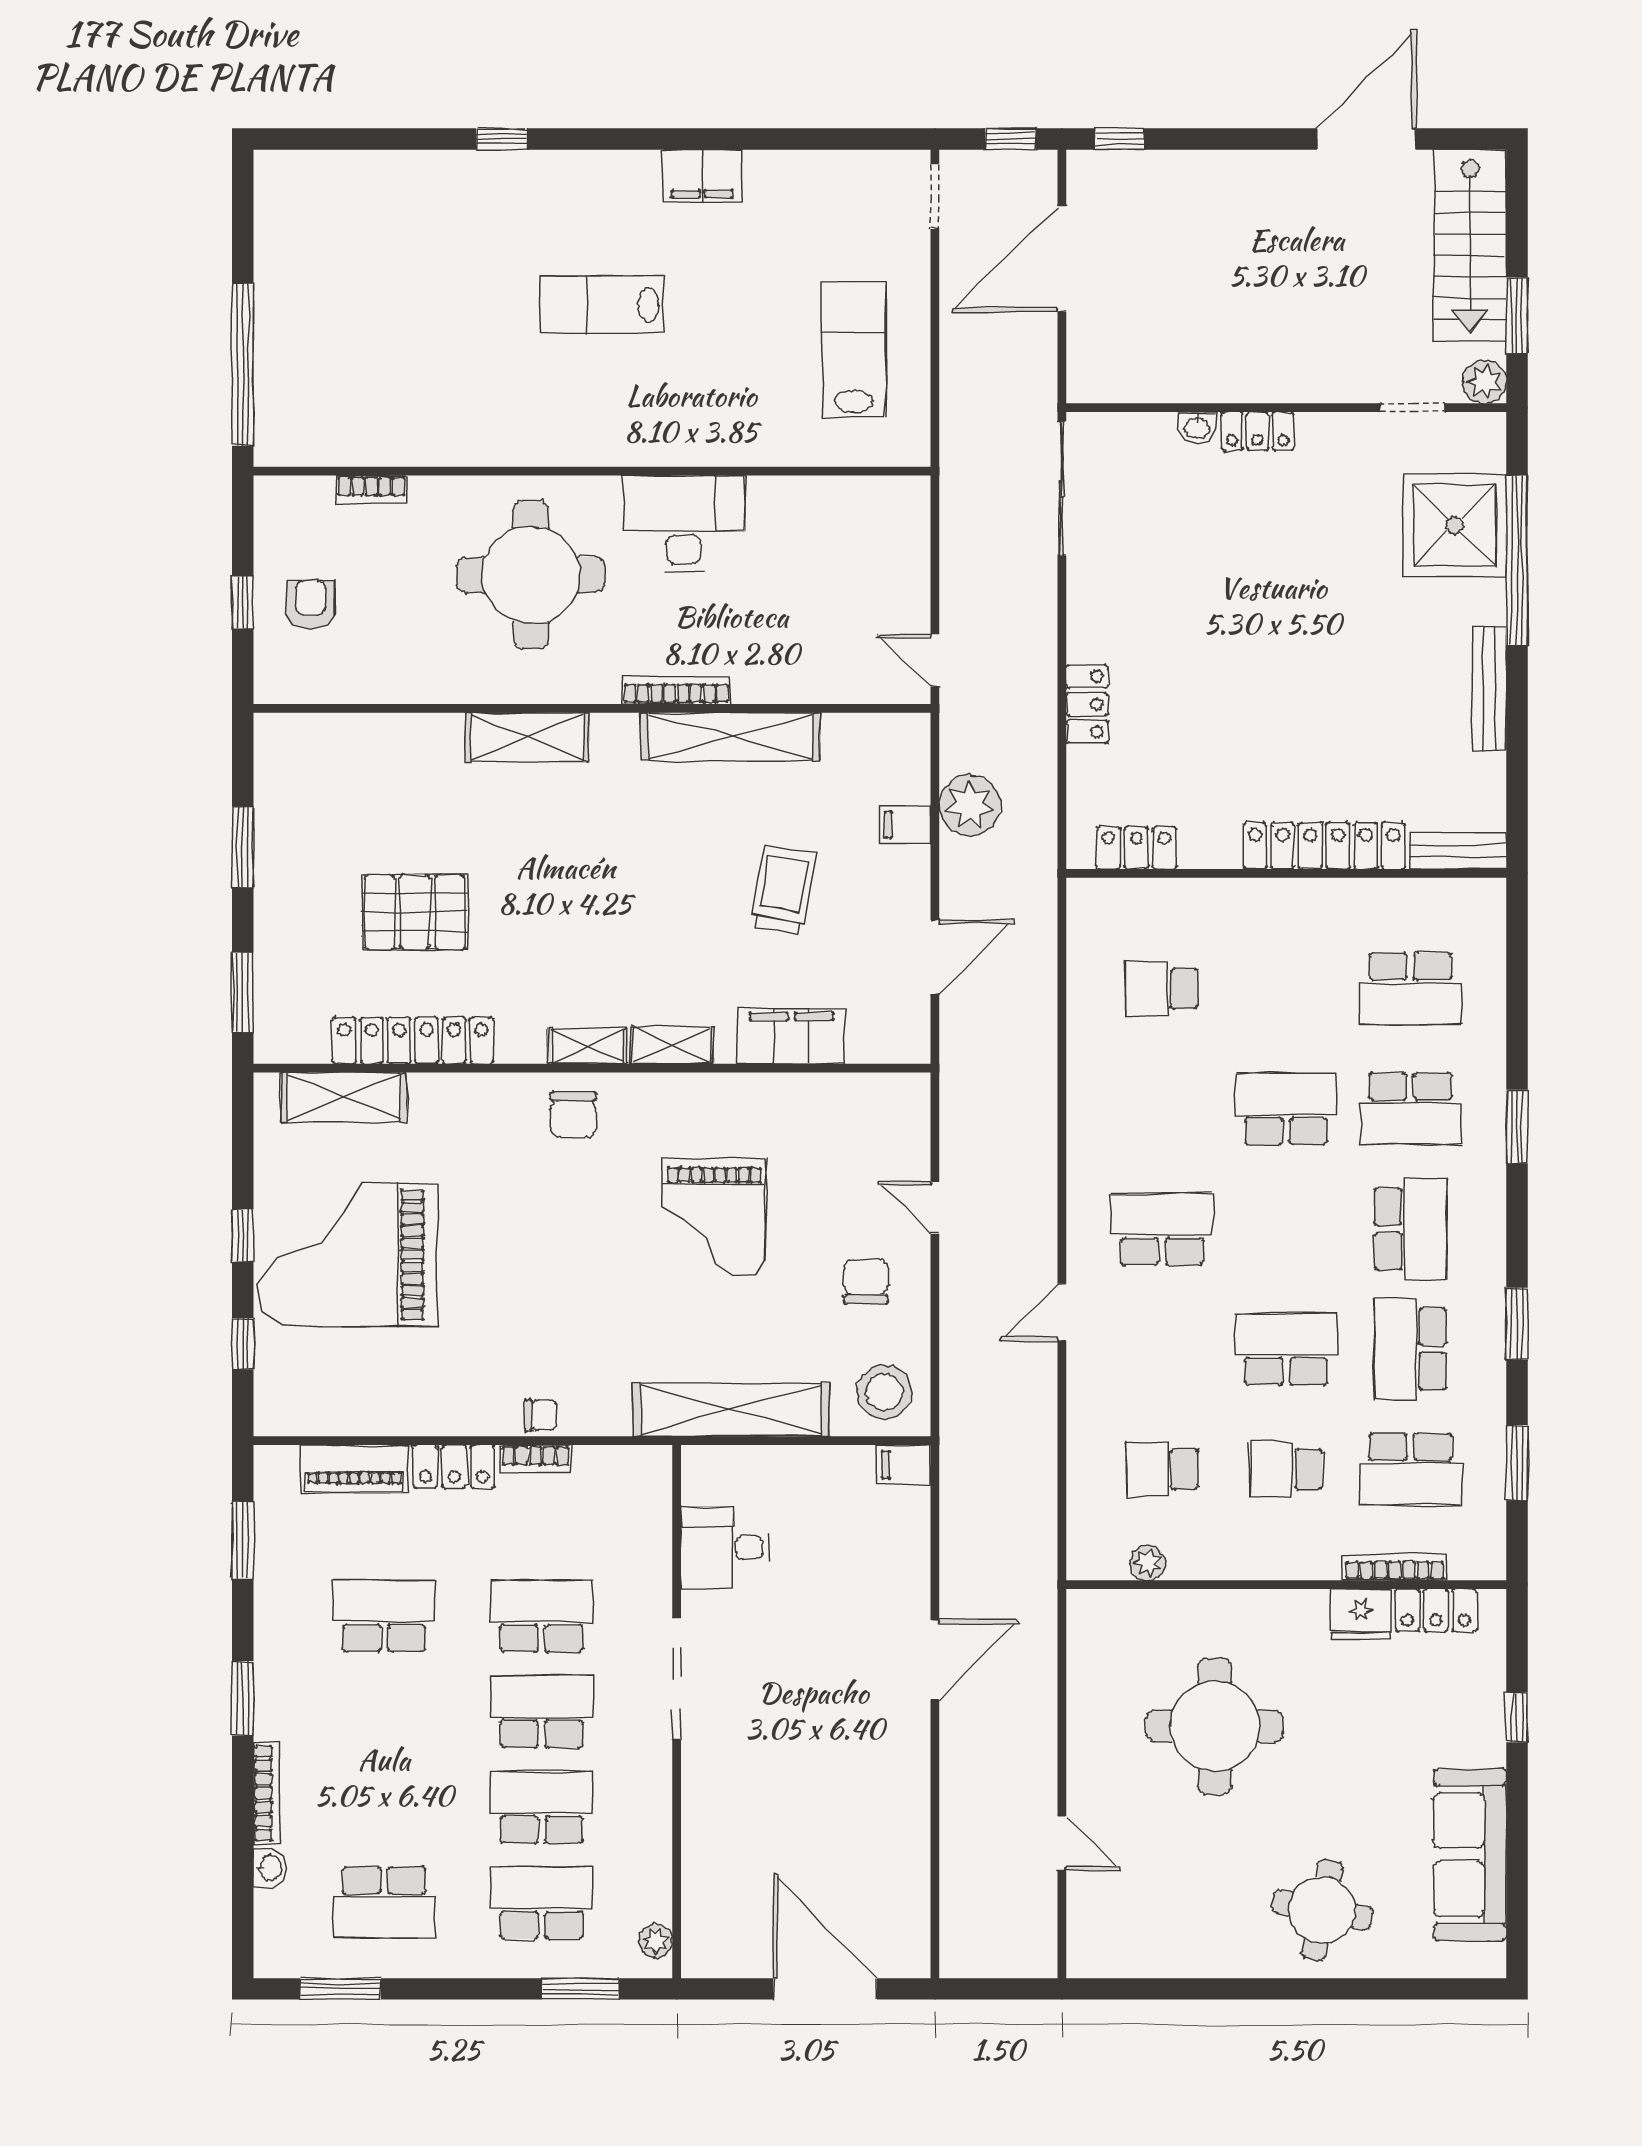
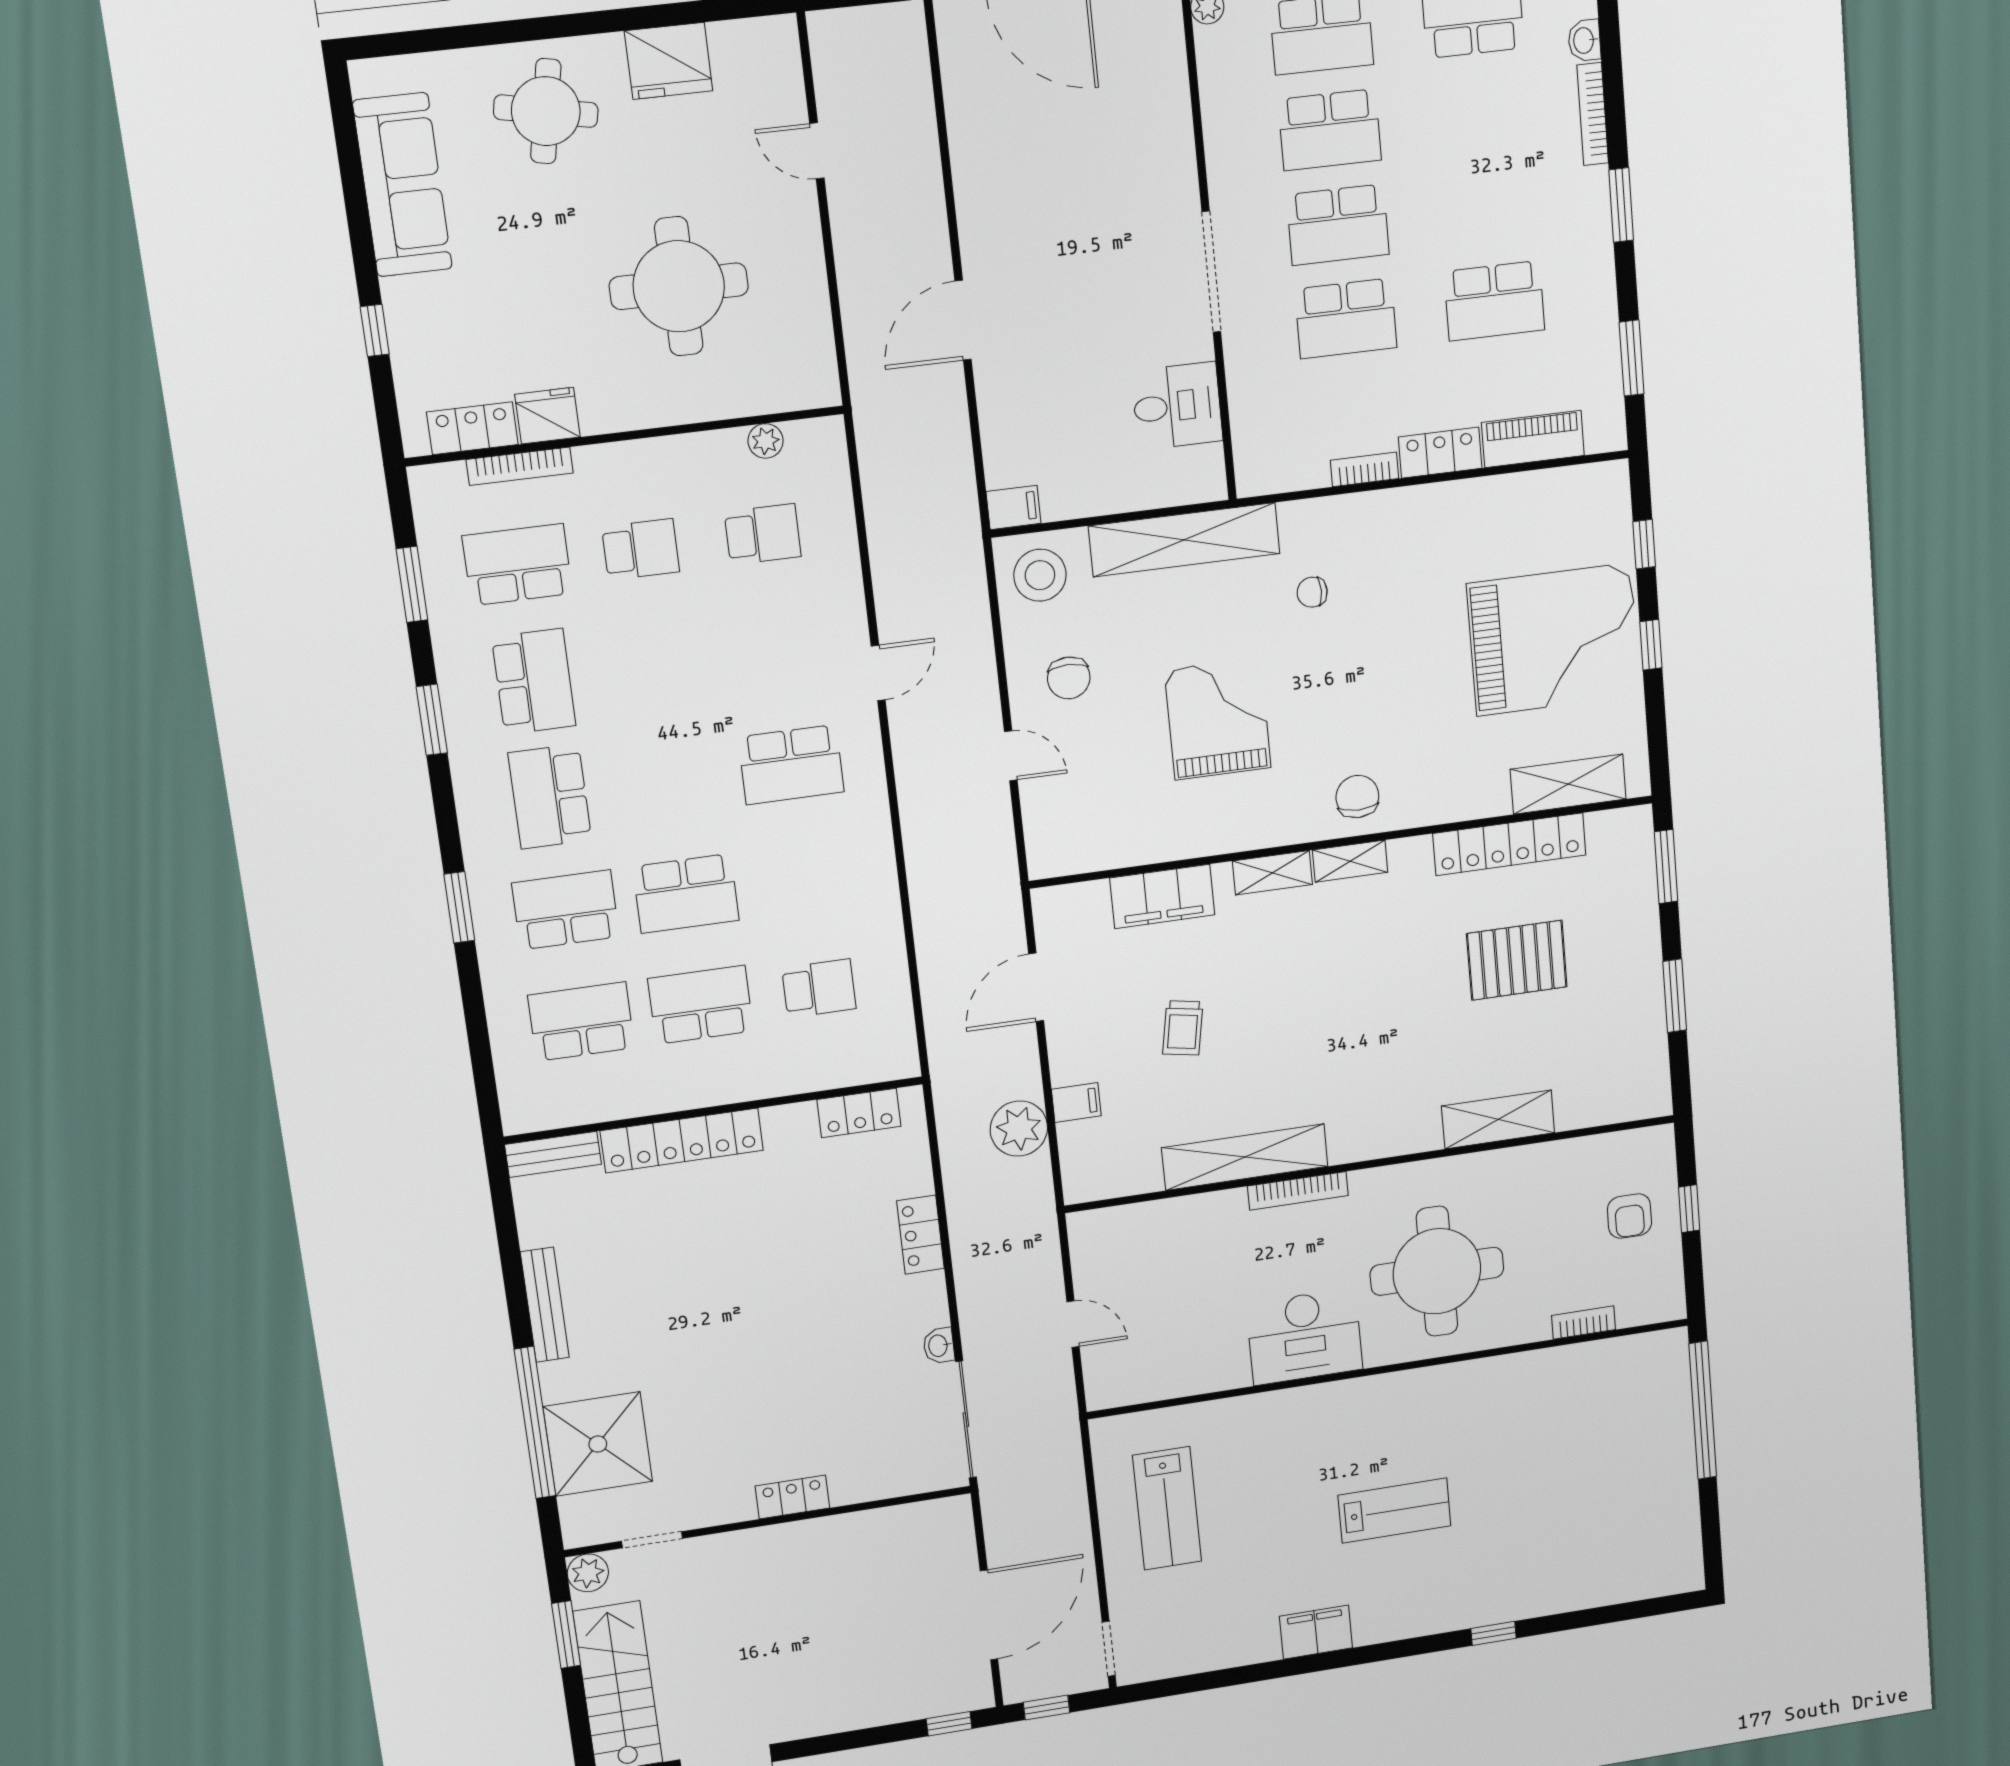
washbasin: (1197, 428) -> (939, 1346), moved, turned -90
door: (935, 660) -> (1073, 1324), moved
shelving: (527, 737) -> (1498, 1119), moved
trolley: (784, 890) -> (1183, 1028), width x0.73, depth x0.72
school desk: (1286, 1349) -> (701, 1005), moved, turned 180
chair: (541, 1415) -> (1312, 592), moved
fridge: (1197, 1945) -> (669, 61), added

